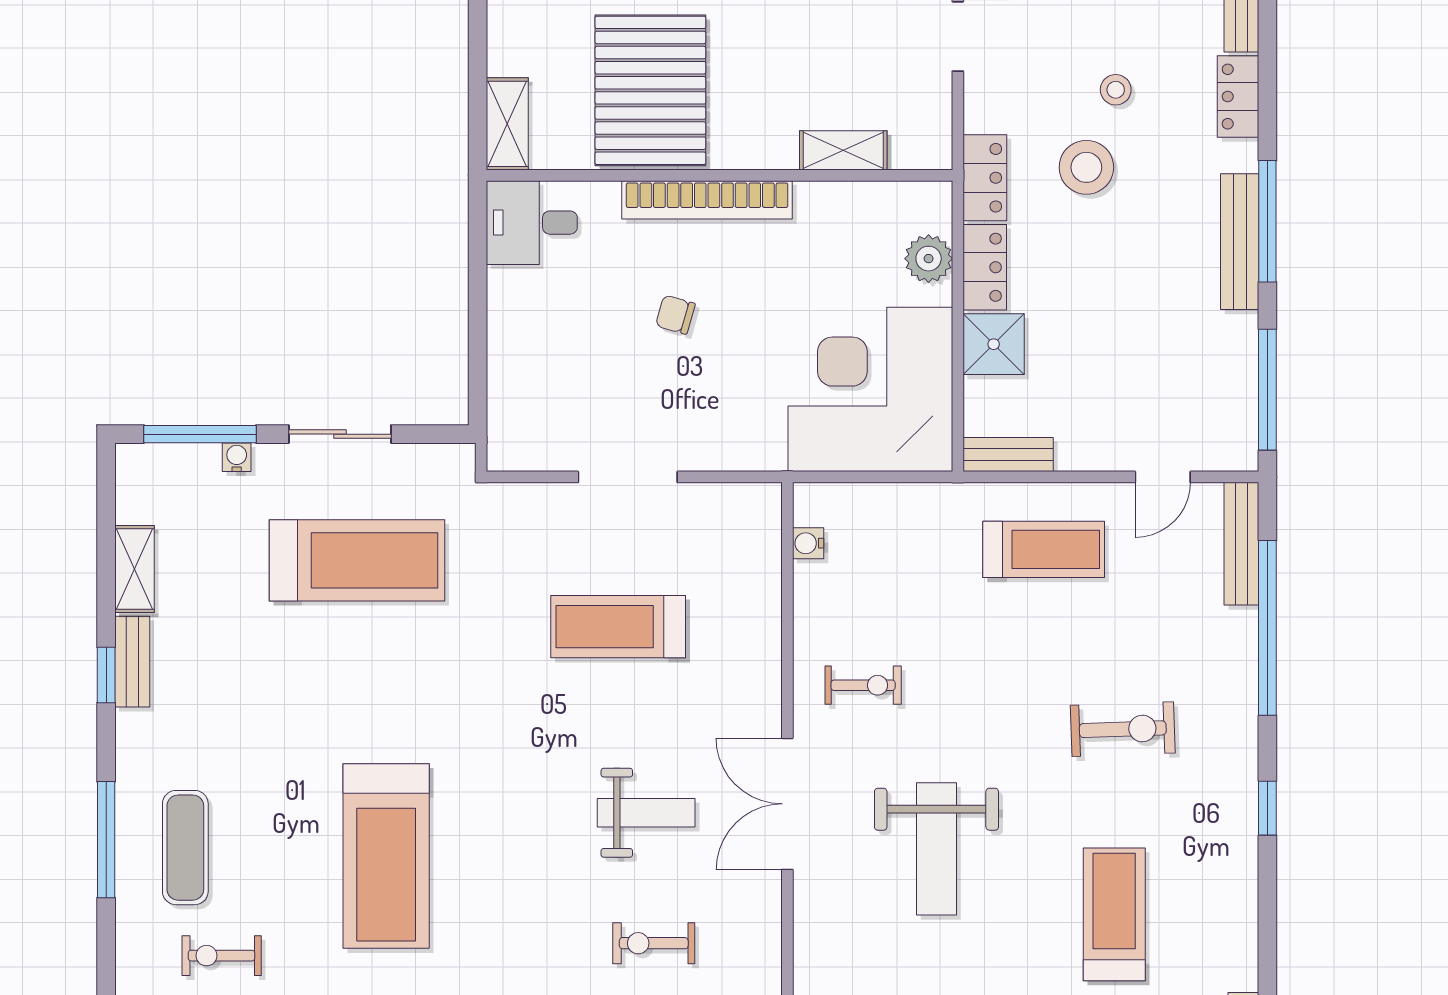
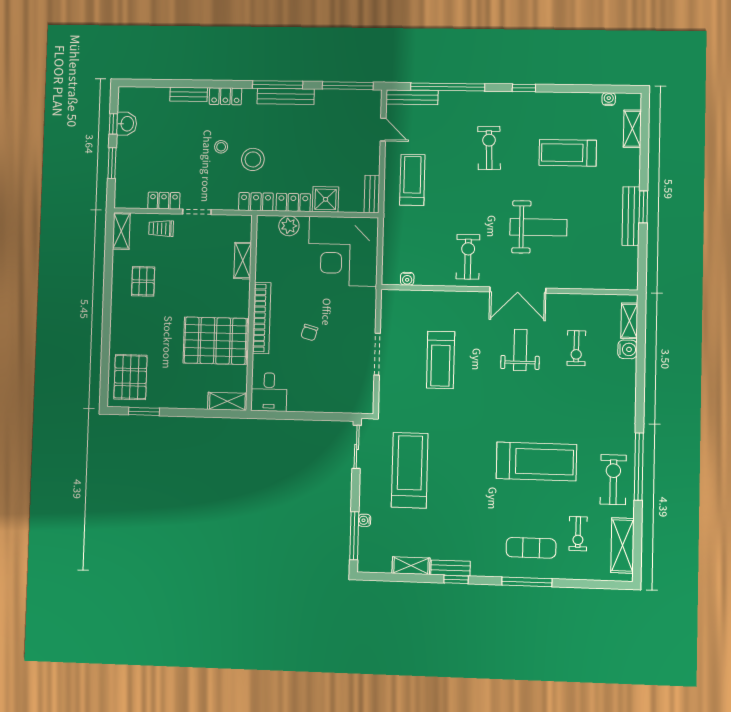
sliding door: (340, 434) -> (357, 447), moved
exercise bike: (863, 685) -> (468, 257), width x1.38, depth x1.39

